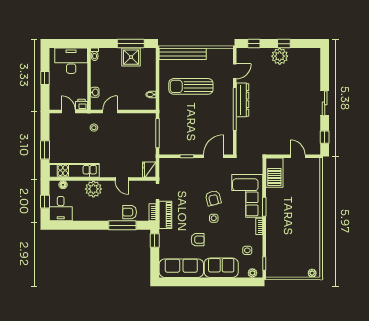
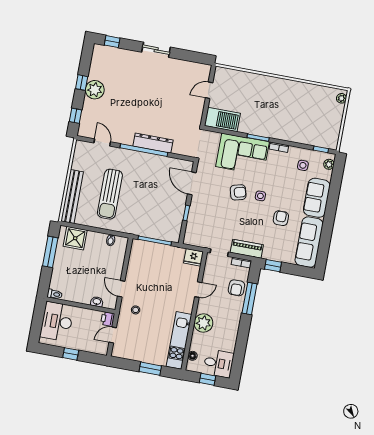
shower: (131, 57) -> (75, 238), moved
dresser: (243, 100) -> (153, 143), moved
window: (325, 137) -> (112, 42), moved

